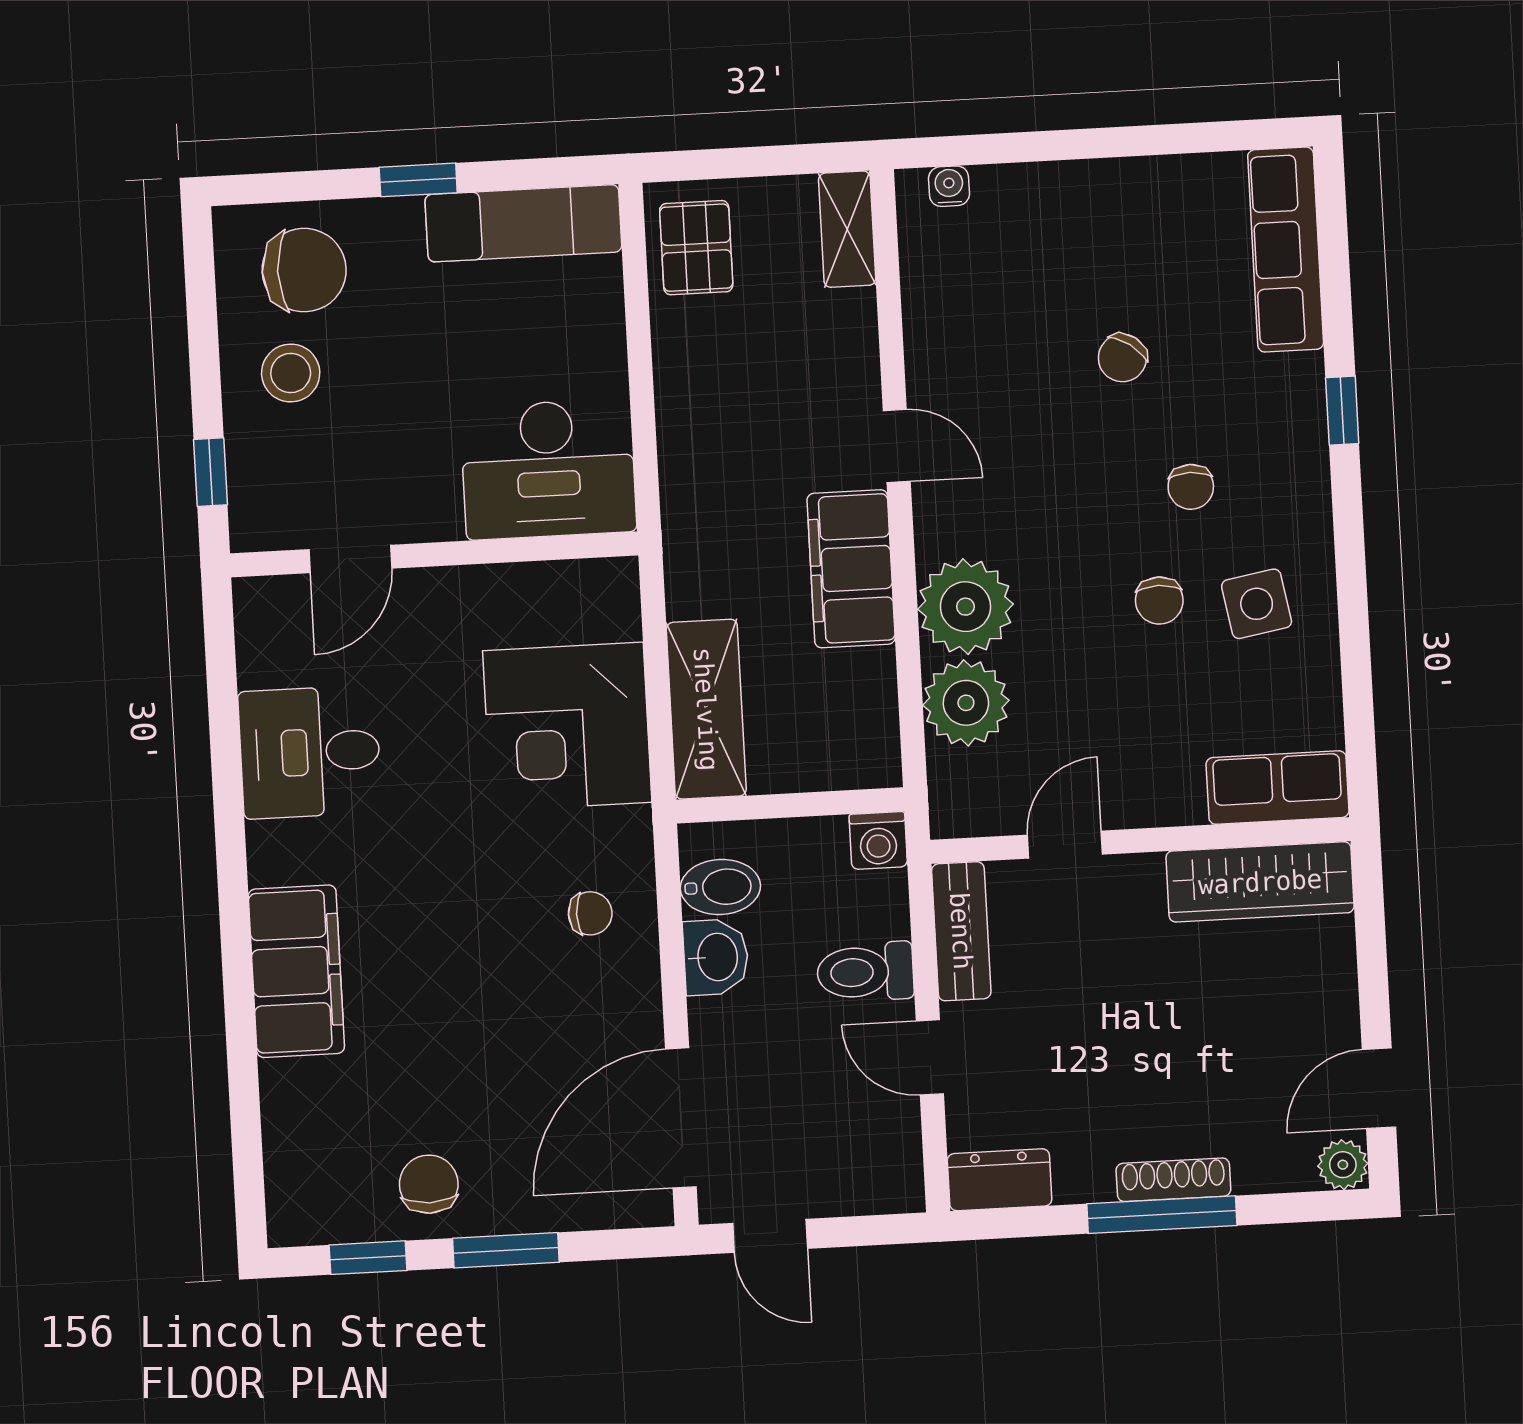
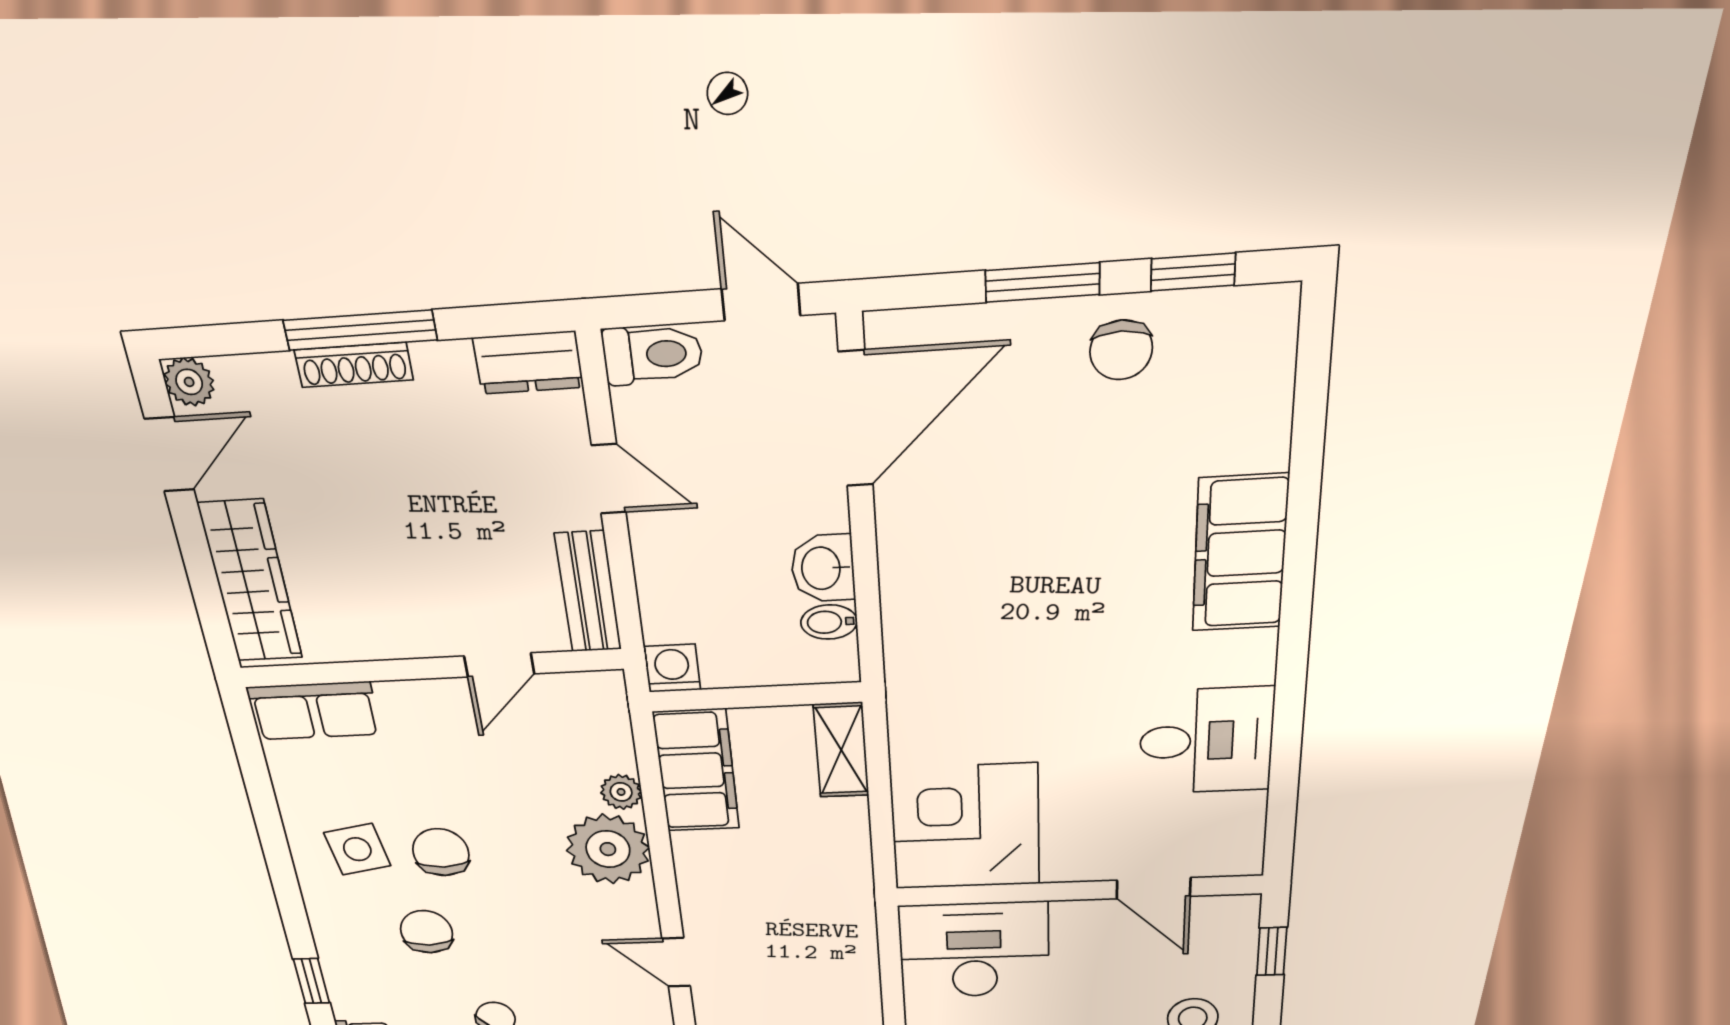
chair: (1191, 487) -> (427, 932), width x1.37, depth x1.37
door: (350, 559) -> (1154, 888), swing flipped
filing cabinet: (851, 569) -> (696, 771), moved
chair: (1159, 601) -> (441, 852), width x1.37, depth x1.37
plant: (966, 703) -> (621, 792), width x0.53, depth x0.53
shelving: (706, 709) -> (841, 750), width x0.67, depth x0.75
corner desk: (567, 726) -> (965, 827), moved, turned -90
wardrobe: (1260, 882) -> (251, 581), moved, turned 90
bidet: (720, 887) -> (829, 622), width x0.72, depth x0.74
chair: (590, 913) -> (945, 606), removed
toilet: (865, 972) -> (653, 355), moved

